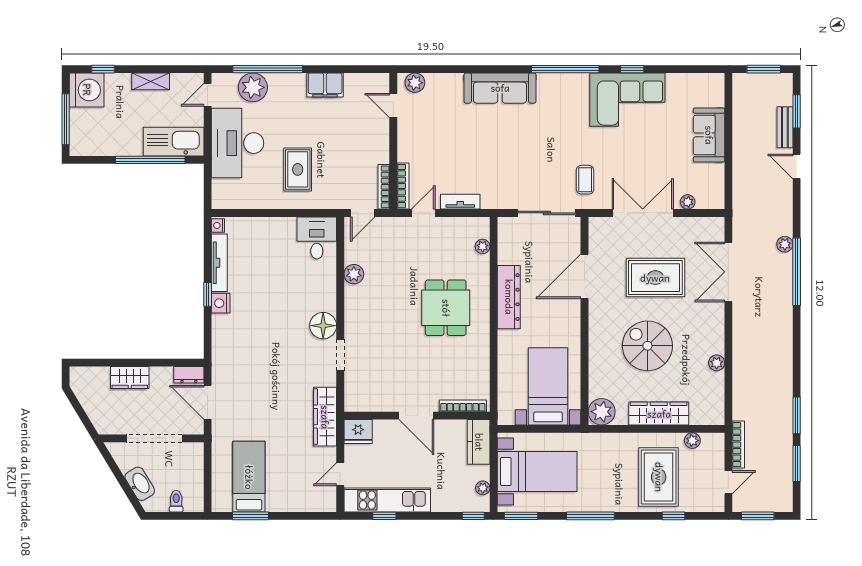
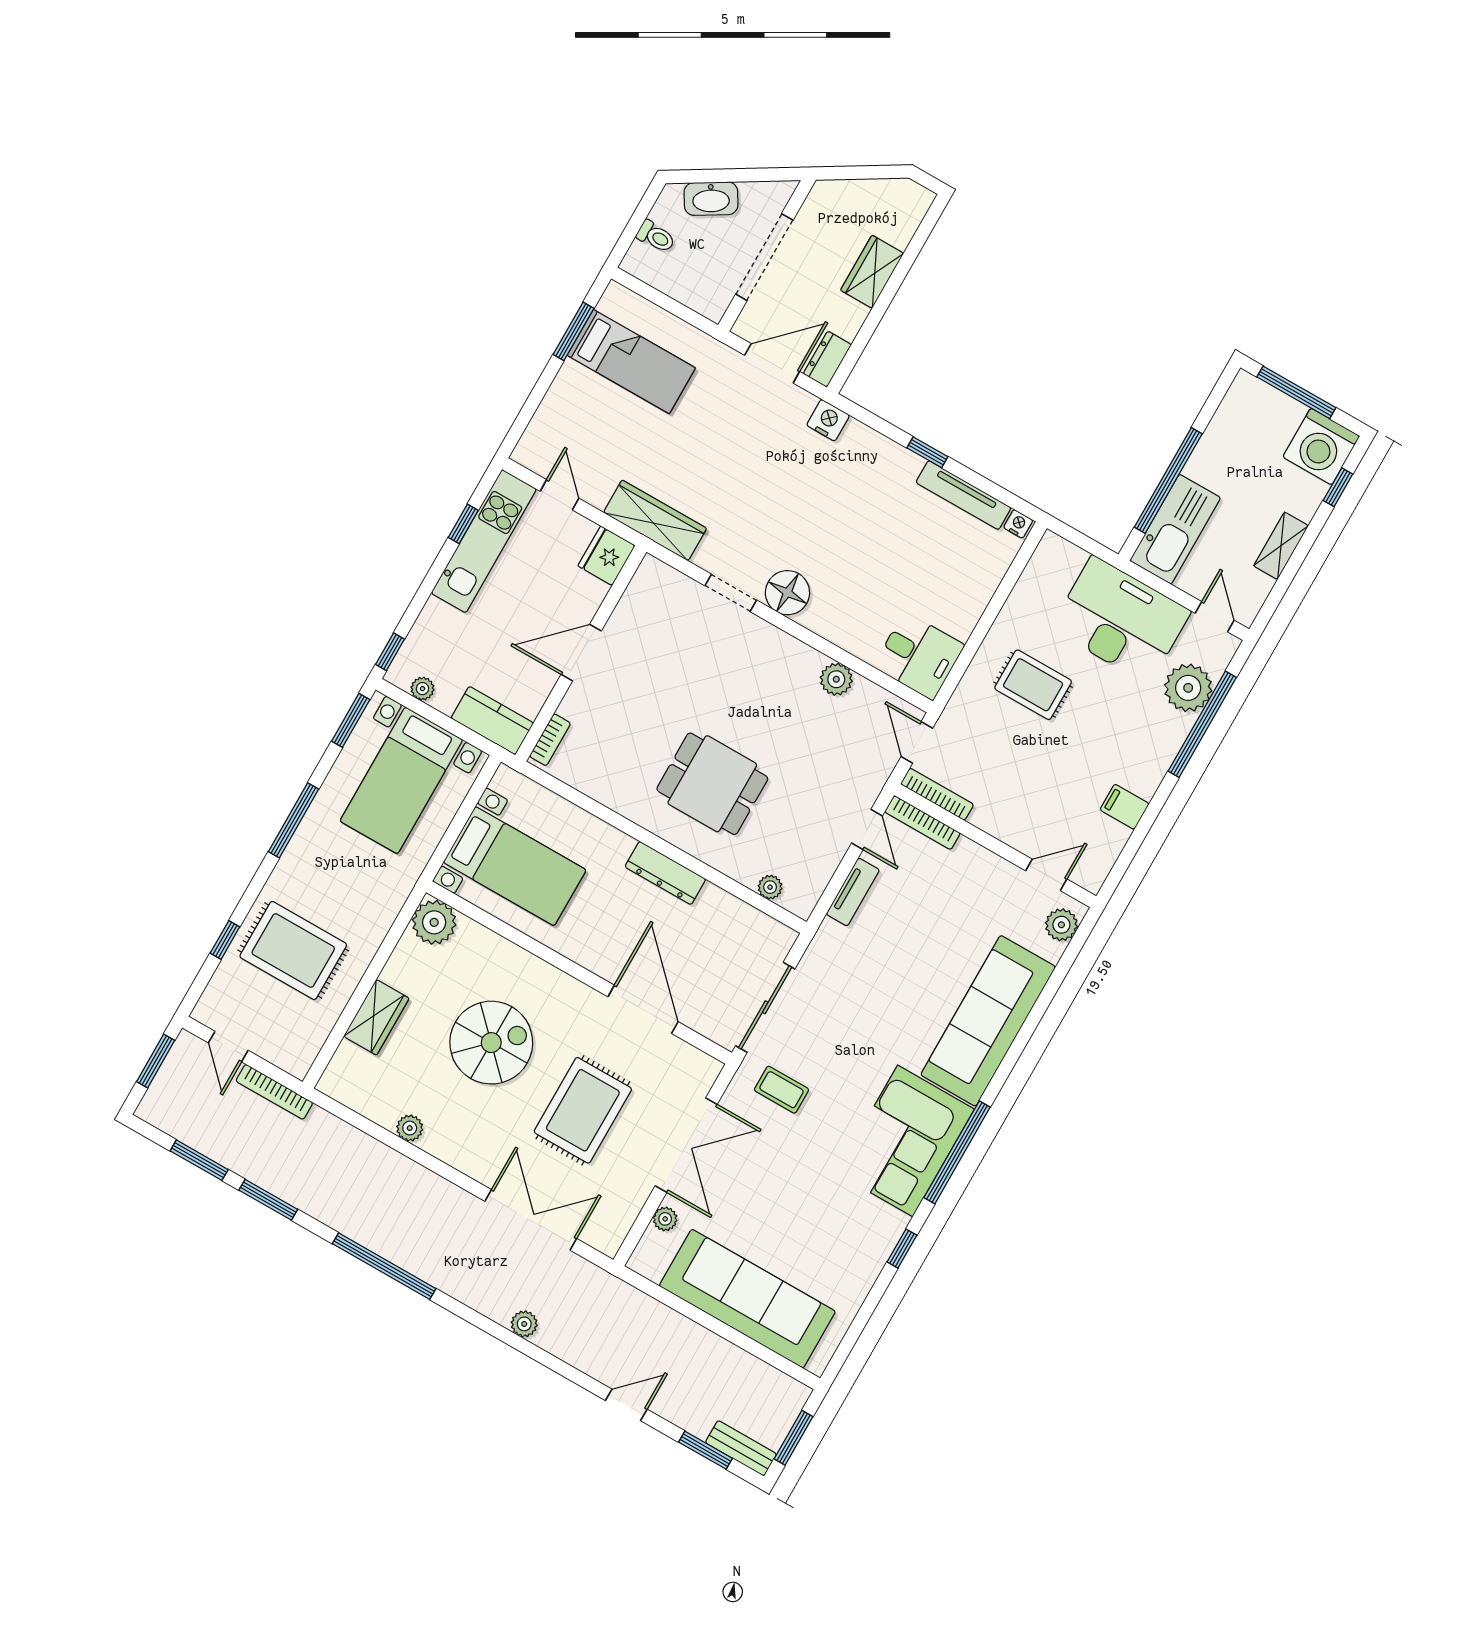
filing cabinet: (325, 85) -> (1125, 807), width x0.50
sofa: (500, 88) -> (988, 1021), width x1.36, depth x1.27
corner sofa: (627, 100) -> (905, 1141), moved
bench: (785, 127) -> (741, 1448), moved
sofa: (709, 135) -> (747, 1299), width x1.85, depth x1.27
window: (797, 272) -> (384, 1266), moved
dresser: (509, 297) -> (665, 873), width x0.73, depth x0.80
nightstand: (221, 303) -> (828, 420), moved
bookcase: (463, 406) -> (550, 740), width x0.64
wardrobe: (659, 414) -> (376, 1017), width x0.67
plant: (692, 441) -> (318, 1029), removed

